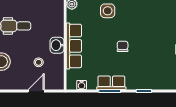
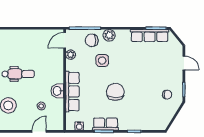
chair: (123, 46) -> (115, 92), width x1.87, depth x1.87

